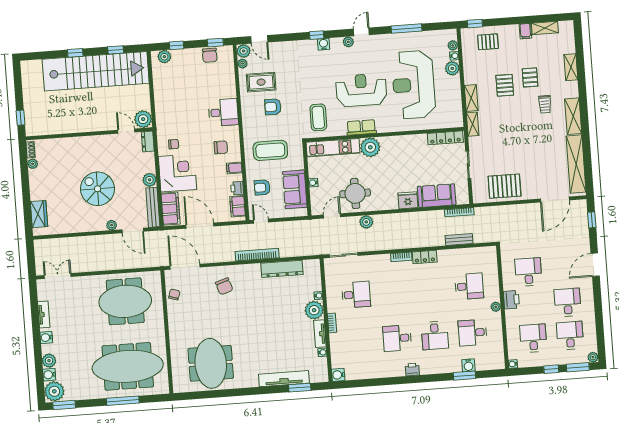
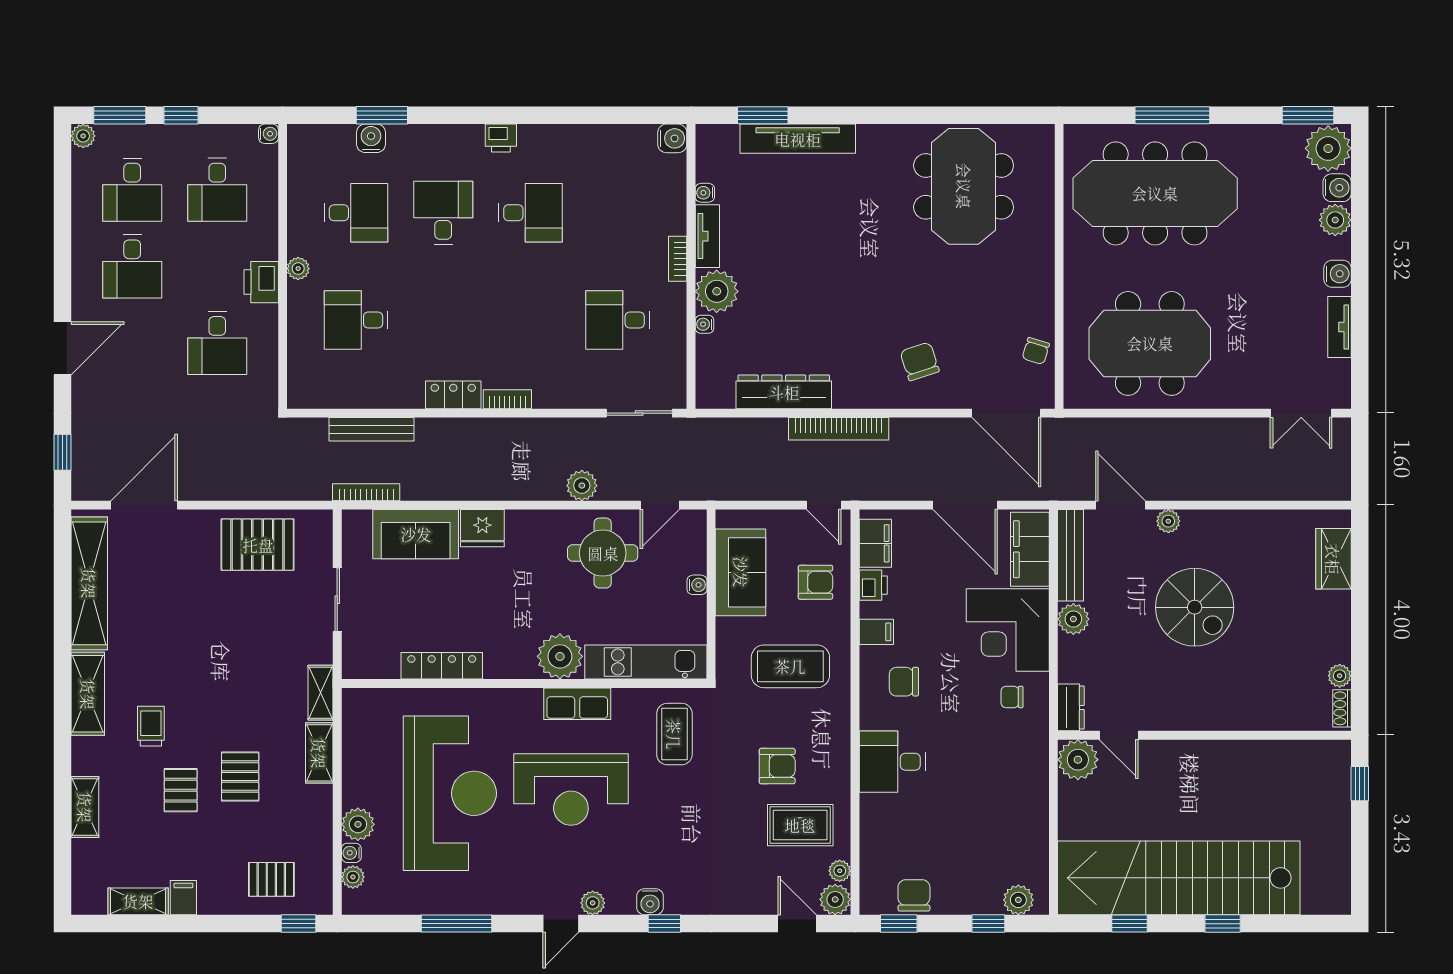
locker: (445, 138) -> (442, 666), moved
bench: (459, 240) -> (371, 429), width x1.36

